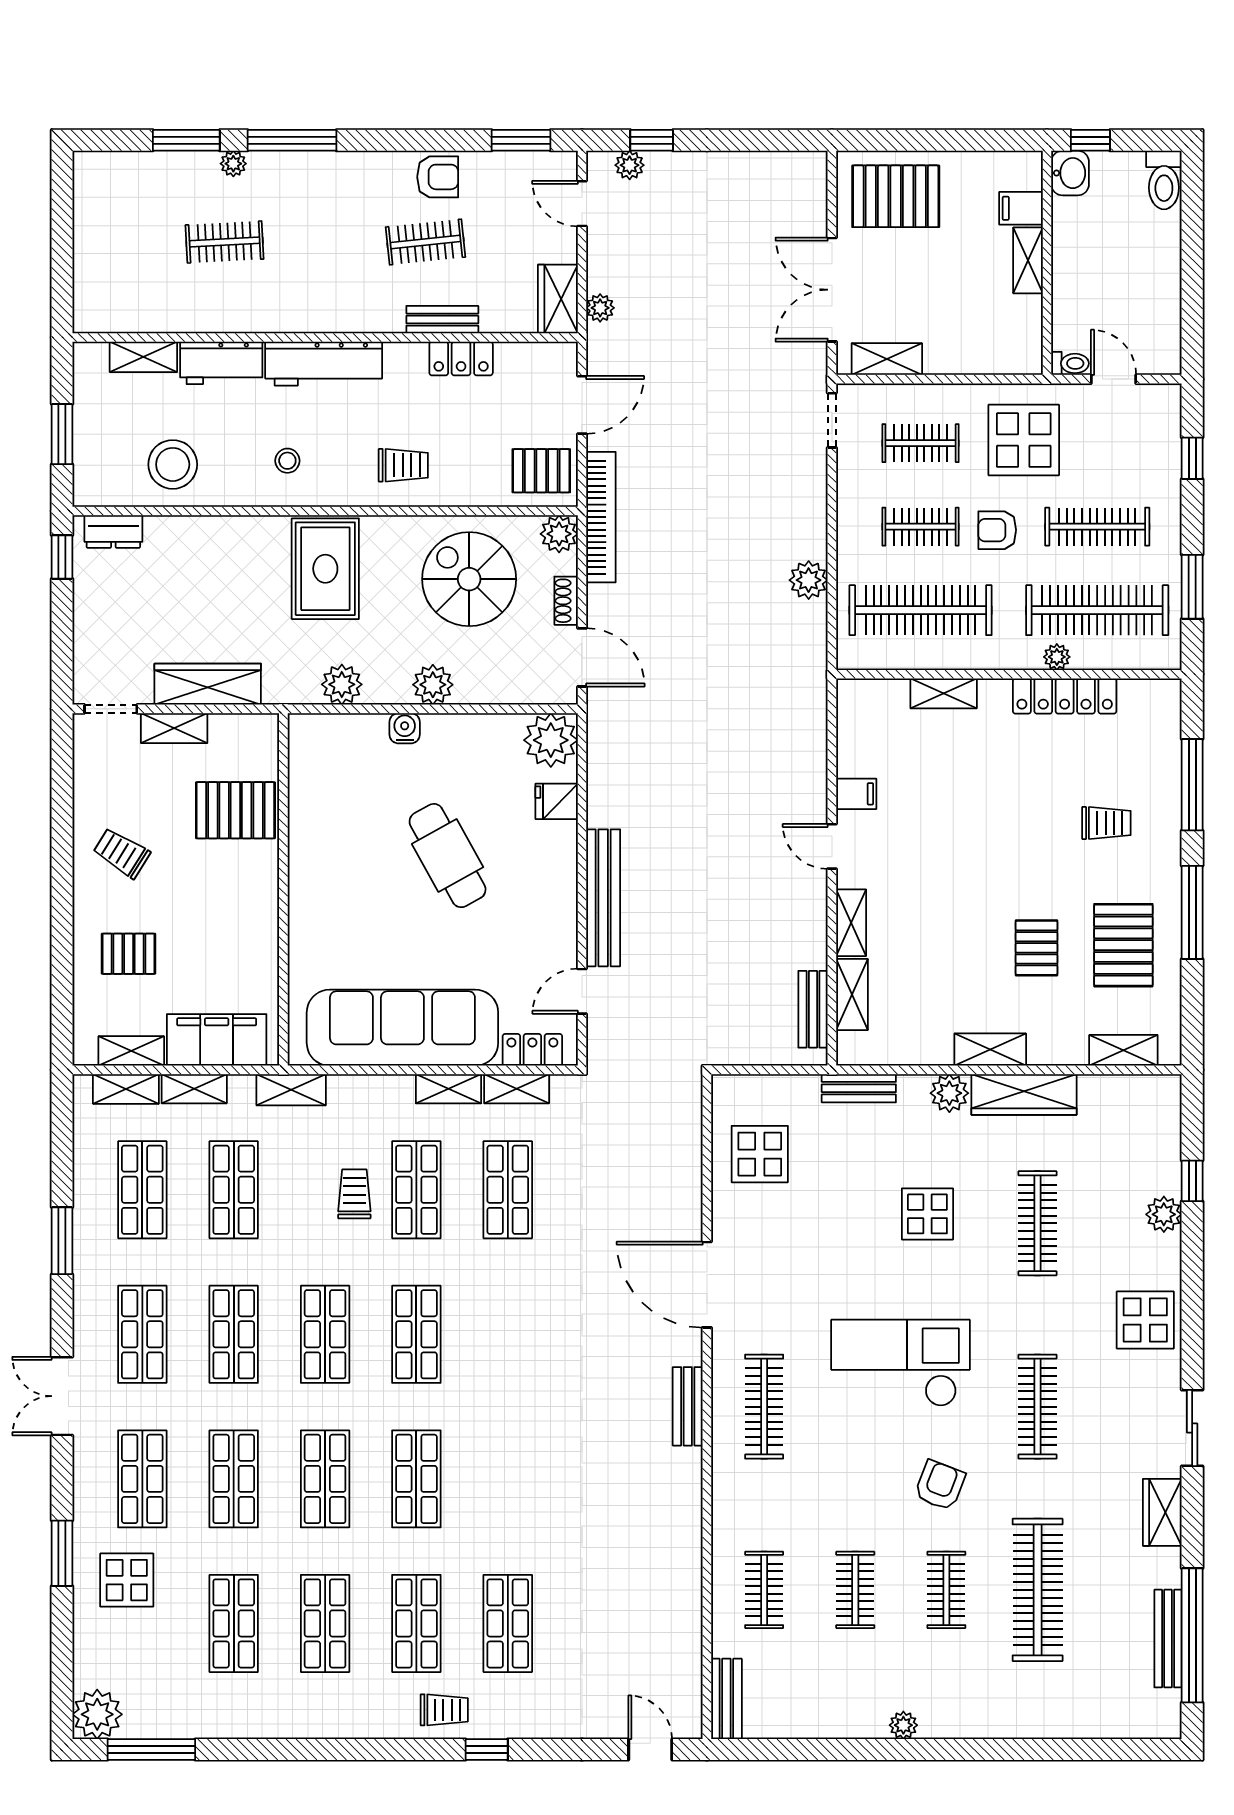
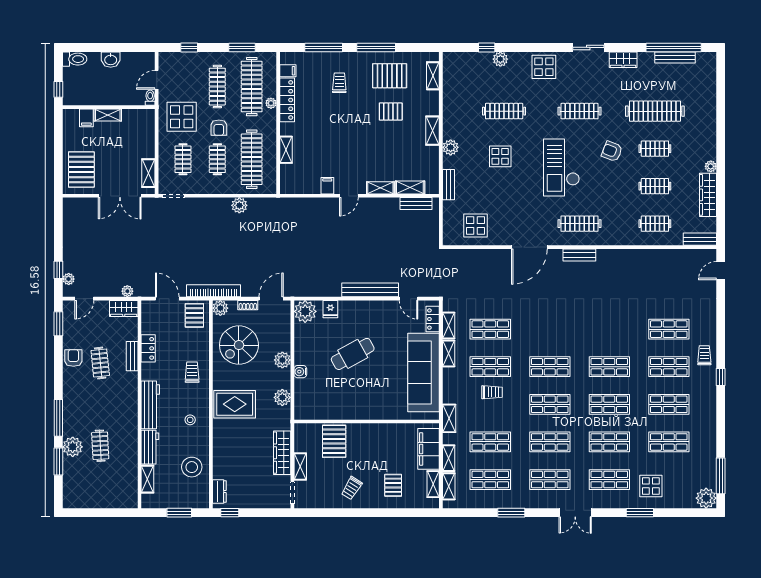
plant: (233, 164) -> (73, 447), width x1.87, depth x1.87
washbasin: (1070, 173) -> (111, 60), moved, turned 180
filing cabinet: (1136, 698) -> (288, 71), added
wardrobe: (1024, 1094) -> (708, 195), moved, turned 180
trolley: (354, 1194) -> (492, 392), turned 180
window: (487, 1750) -> (721, 377), moved

